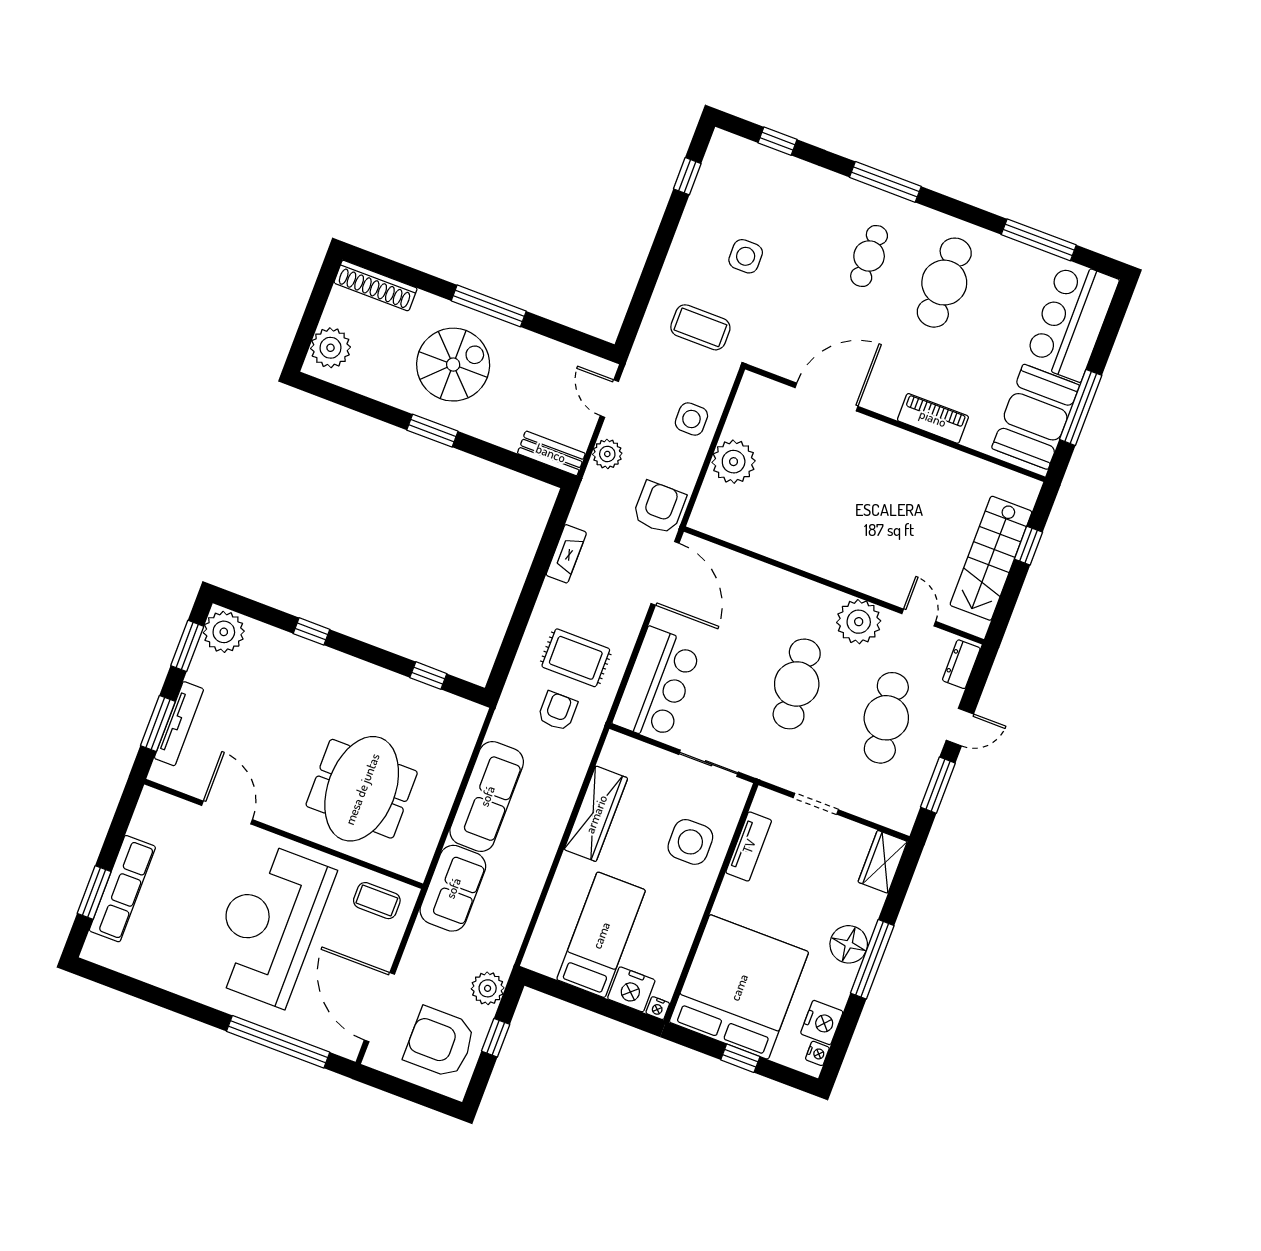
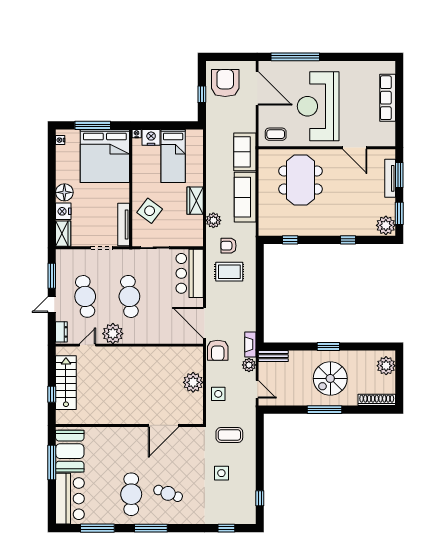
window: (885, 182) -> (151, 528), moved
cafe table: (869, 256) -> (168, 493), turned -71
piano: (933, 418) -> (114, 434), removed
fireplace: (566, 554) -> (250, 344), moved
door: (919, 617) -> (88, 345), swing flipped
armchair: (557, 711) -> (228, 246), turned 90
wardrobe: (596, 814) -> (195, 201), width x0.67
side table: (690, 842) -> (150, 211), turned 37
tv unit: (749, 846) -> (124, 225), width x1.41
window: (94, 893) -> (399, 91), removed
reception desk: (269, 924) -> (318, 106), turned 180
window: (872, 959) -> (52, 190), removed
plant: (488, 988) -> (213, 220), moved
nightstand: (822, 1023) -> (63, 211), moved
armchair: (440, 1043) -> (225, 83), turned -90
window: (740, 1058) -> (93, 125), width x2.17

